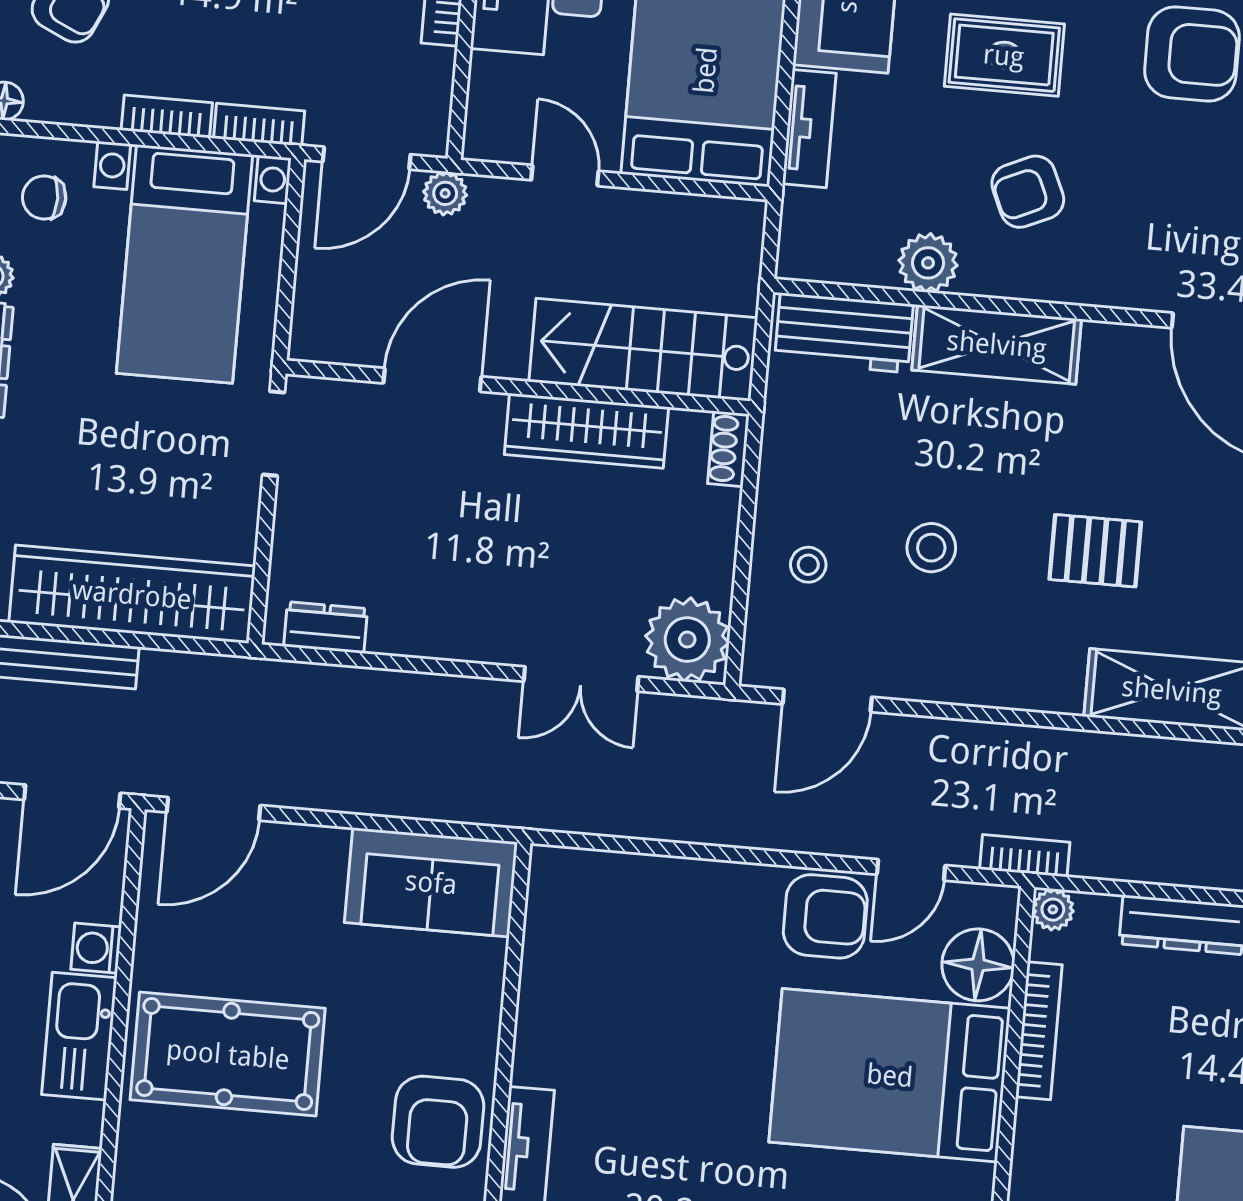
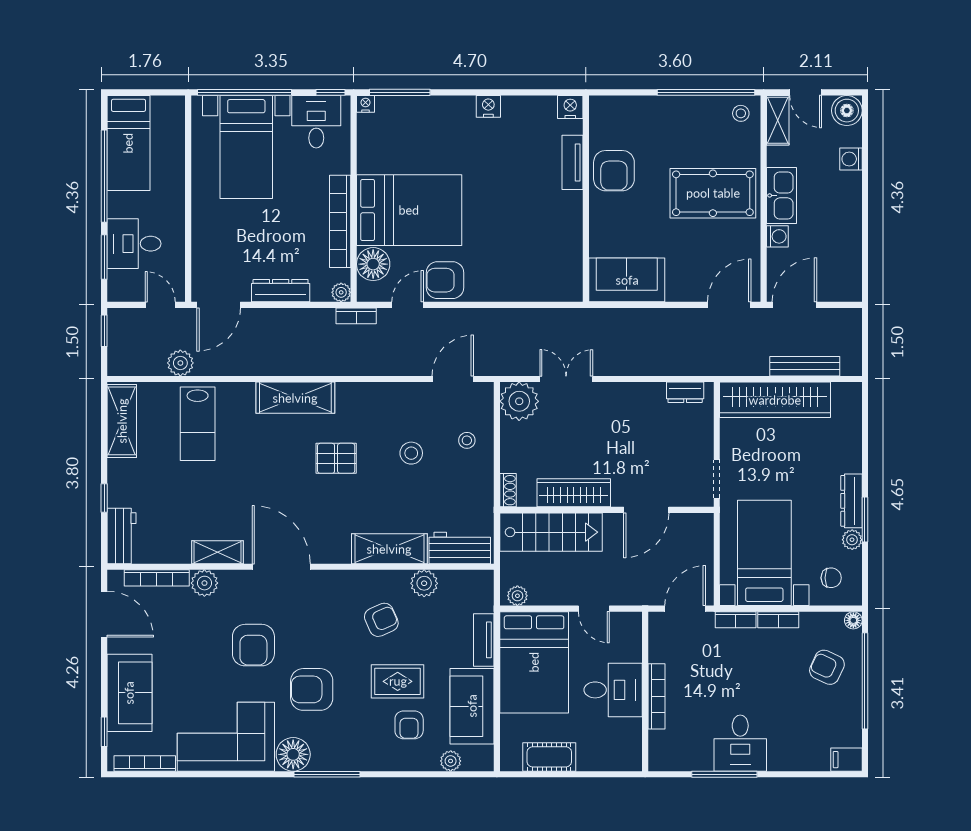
plant: (445, 193) -> (517, 596), moved
bookcase: (1039, 1031) -> (340, 221), width x1.48, depth x1.31
armchair: (438, 1122) -> (614, 171), turned 180

